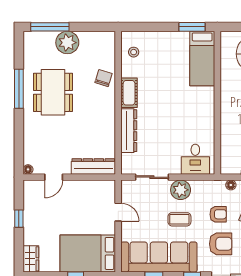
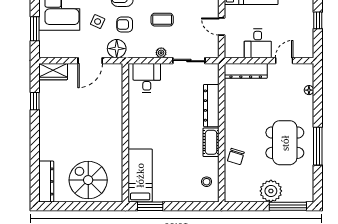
floor lamp: (28, 169) -> (309, 90), moved
floor lamp: (231, 185) -> (117, 49), width x1.89, depth x1.89
plant: (181, 190) -> (161, 53), width x0.53, depth x0.53
desk: (81, 195) -> (258, 43), added

